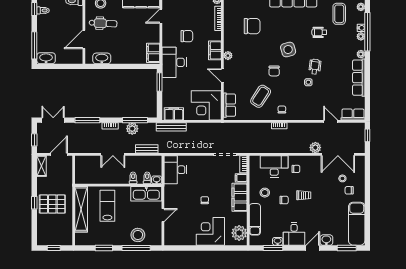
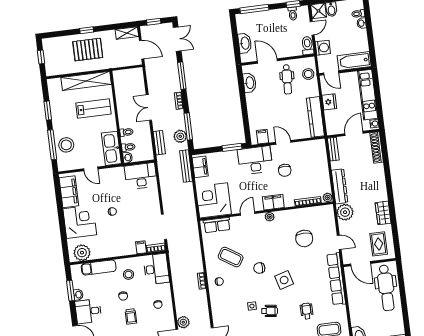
door: (161, 16) -> (283, 142), moved
filing cabinet: (153, 53) -> (262, 137), width x0.50
washbasin: (46, 58) -> (245, 43), moved
plant: (132, 129) -> (180, 136), moved
desk: (274, 166) -> (156, 269), moved
filing cabinet: (239, 197) -> (69, 192), moved, turned 90
pallet: (52, 204) -> (88, 50), turned 90

